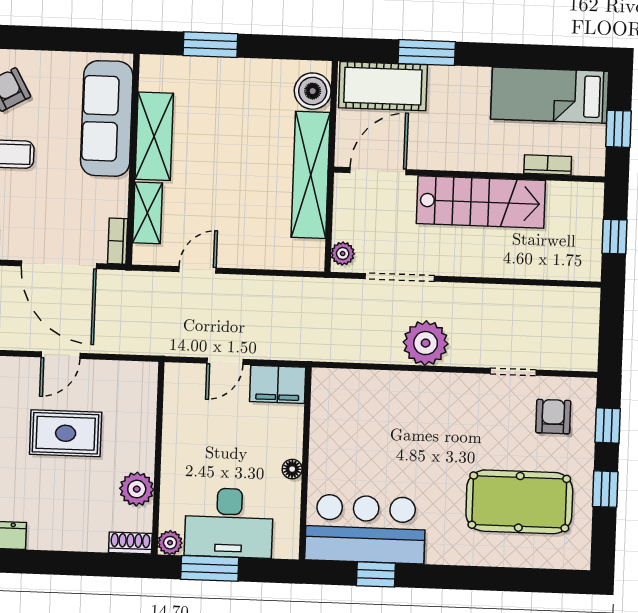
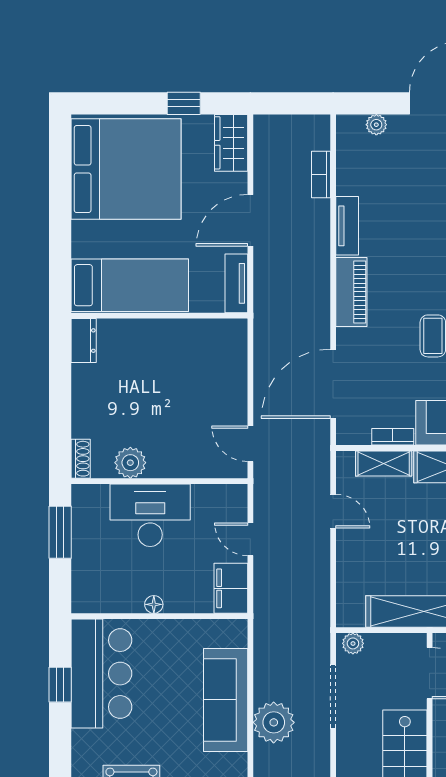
bookcase: (118, 241) -> (393, 437), moved
door: (61, 355) -> (250, 444), moved
sofa: (399, 395) -> (226, 700), added
rug: (66, 433) -> (179, 396), removed
desk: (229, 523) -> (150, 515), moved, turned 90
plant: (170, 543) -> (82, 495), removed

